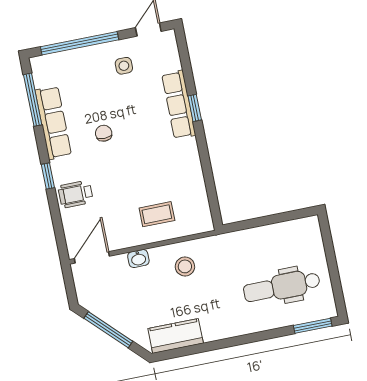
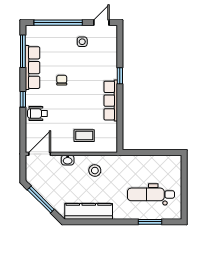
row of seats: (179, 105) -> (111, 101), moved
window: (313, 326) -> (150, 222), moved
kitchen counter: (176, 336) -> (89, 211), width x1.50

